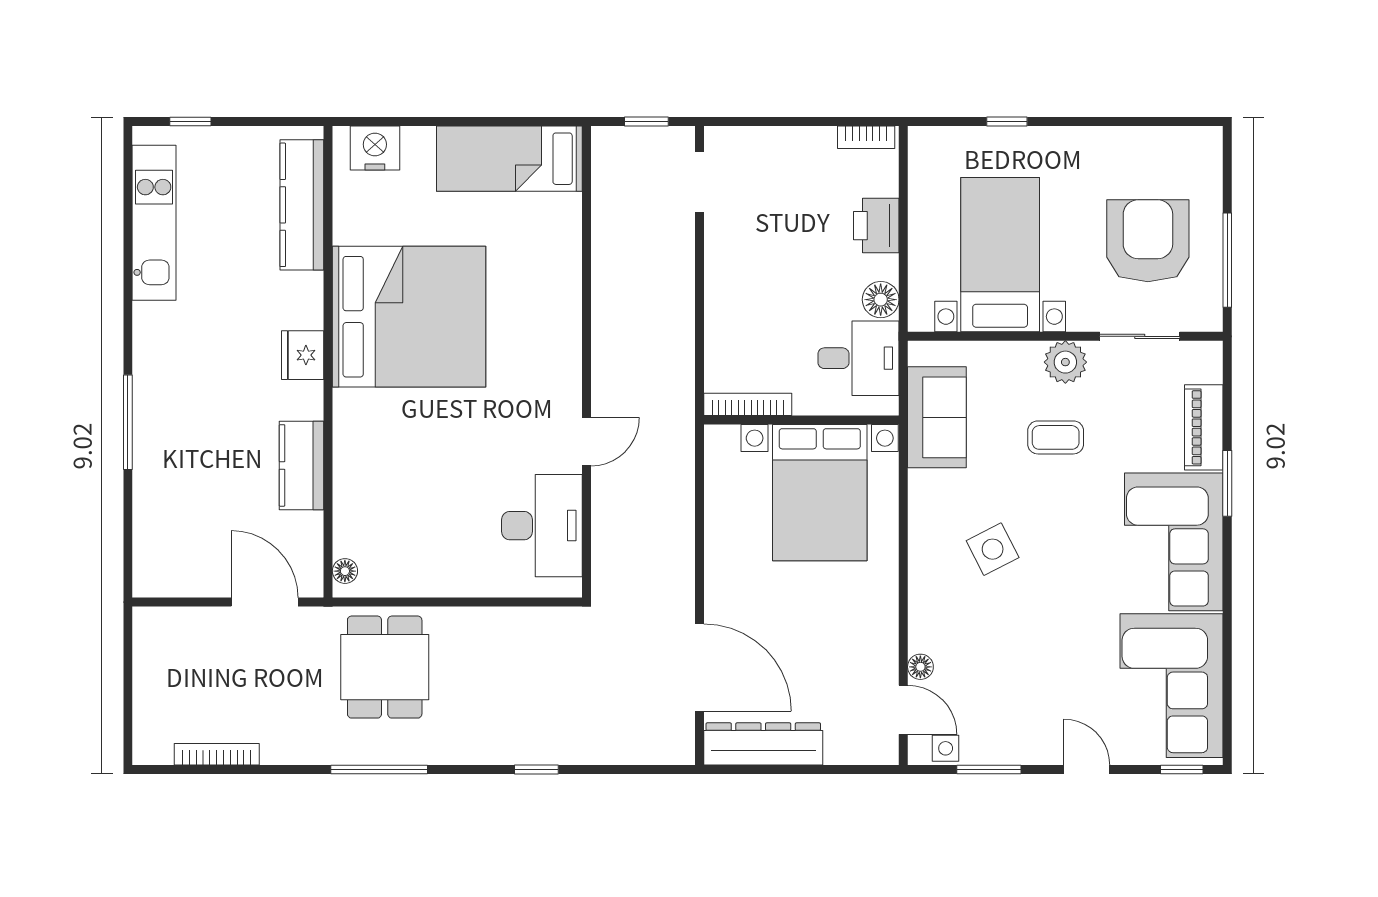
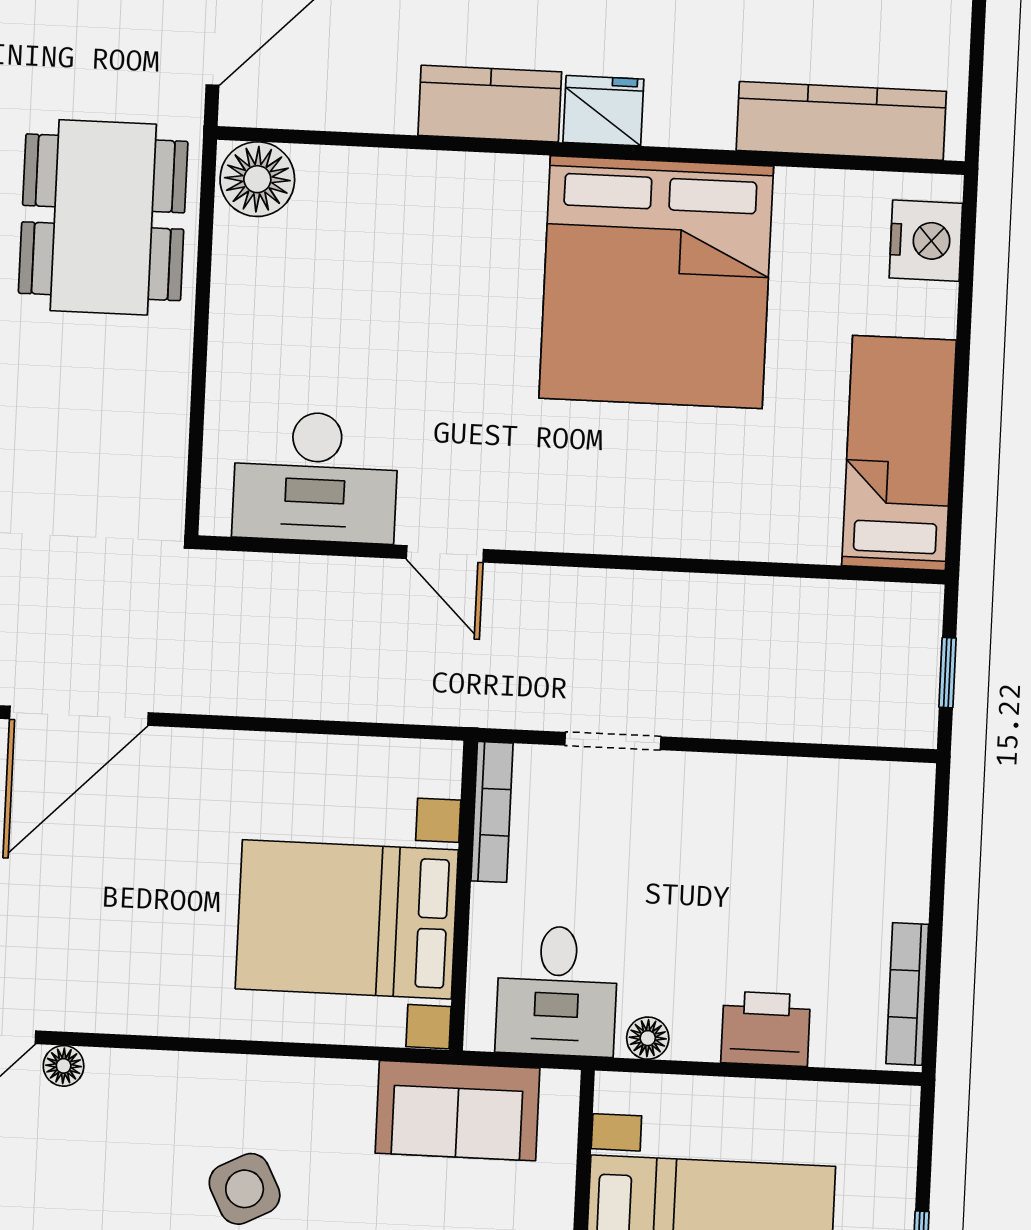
bookcase: (866, 137) -> (907, 994), width x1.56
doorway: (699, 182) -> (613, 741), moved
floor lamp: (881, 300) -> (648, 1038), width x0.73, depth x0.73
kitchen counter: (302, 465) -> (490, 104), moved
floor lamp: (345, 571) -> (257, 179), width x1.89, depth x1.89
dining table: (385, 667) -> (103, 217), width x1.38

